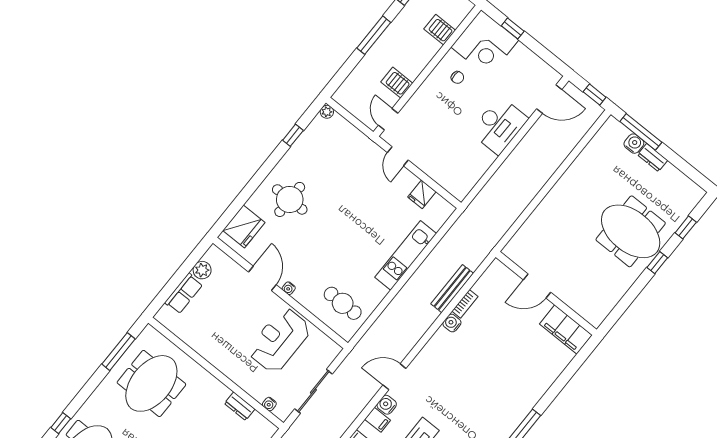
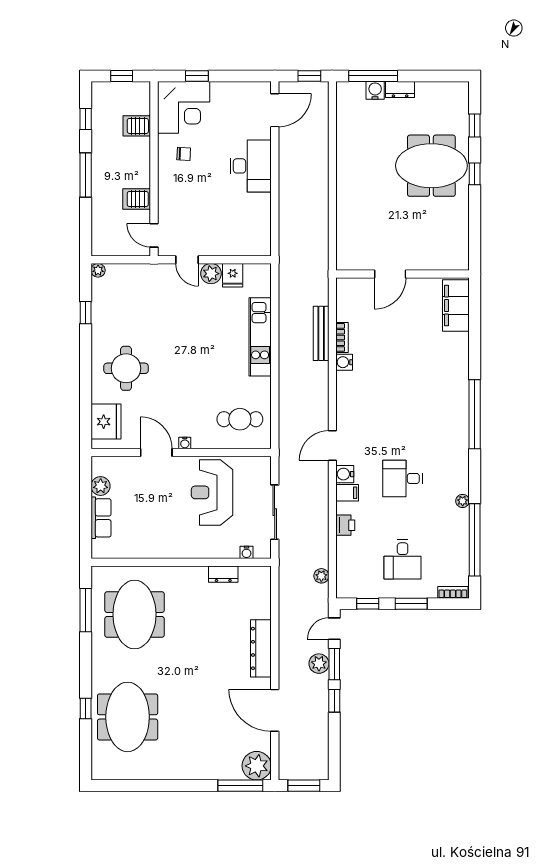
plant: (407, 180) -> (211, 274), added
filing cabinet: (566, 330) -> (456, 306), moved, turned 90

